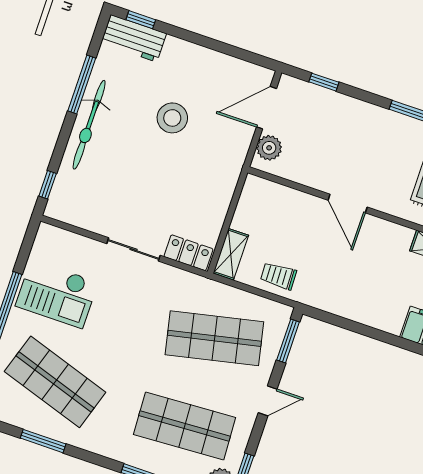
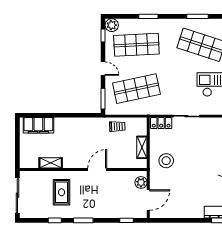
stool: (172, 118) -> (166, 161), moved
door: (348, 204) -> (97, 169), hinge flipped
shelving: (231, 254) -> (142, 147), moved
door: (268, 401) -> (103, 69), swing flipped

